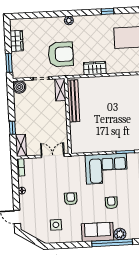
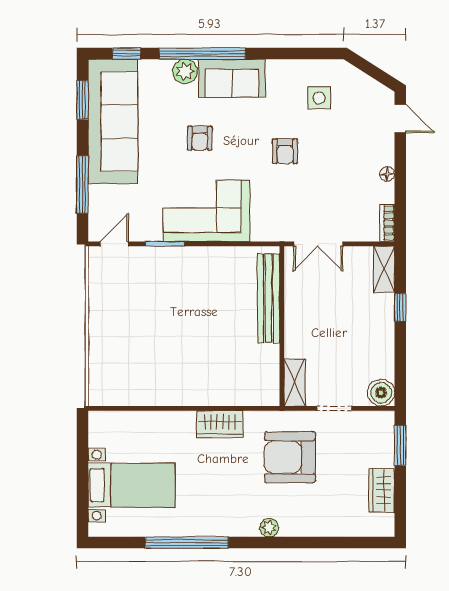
window: (107, 11) -> (187, 543), width x3.17
bench: (73, 101) -> (269, 298), moved

